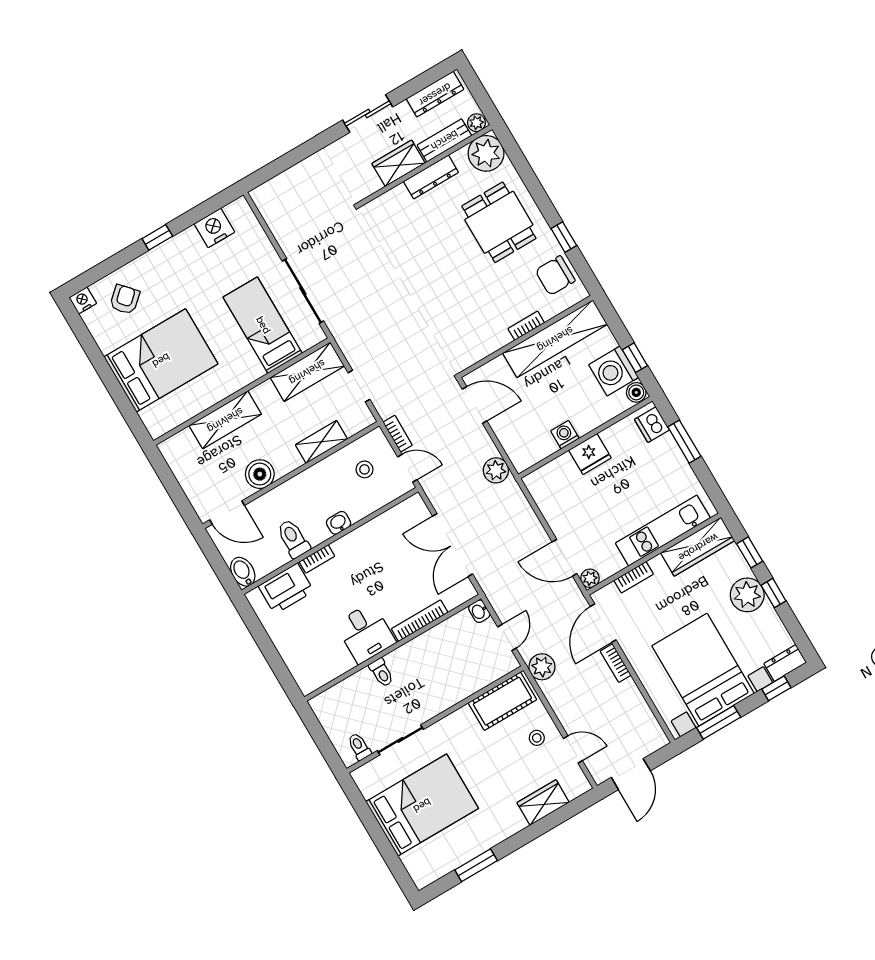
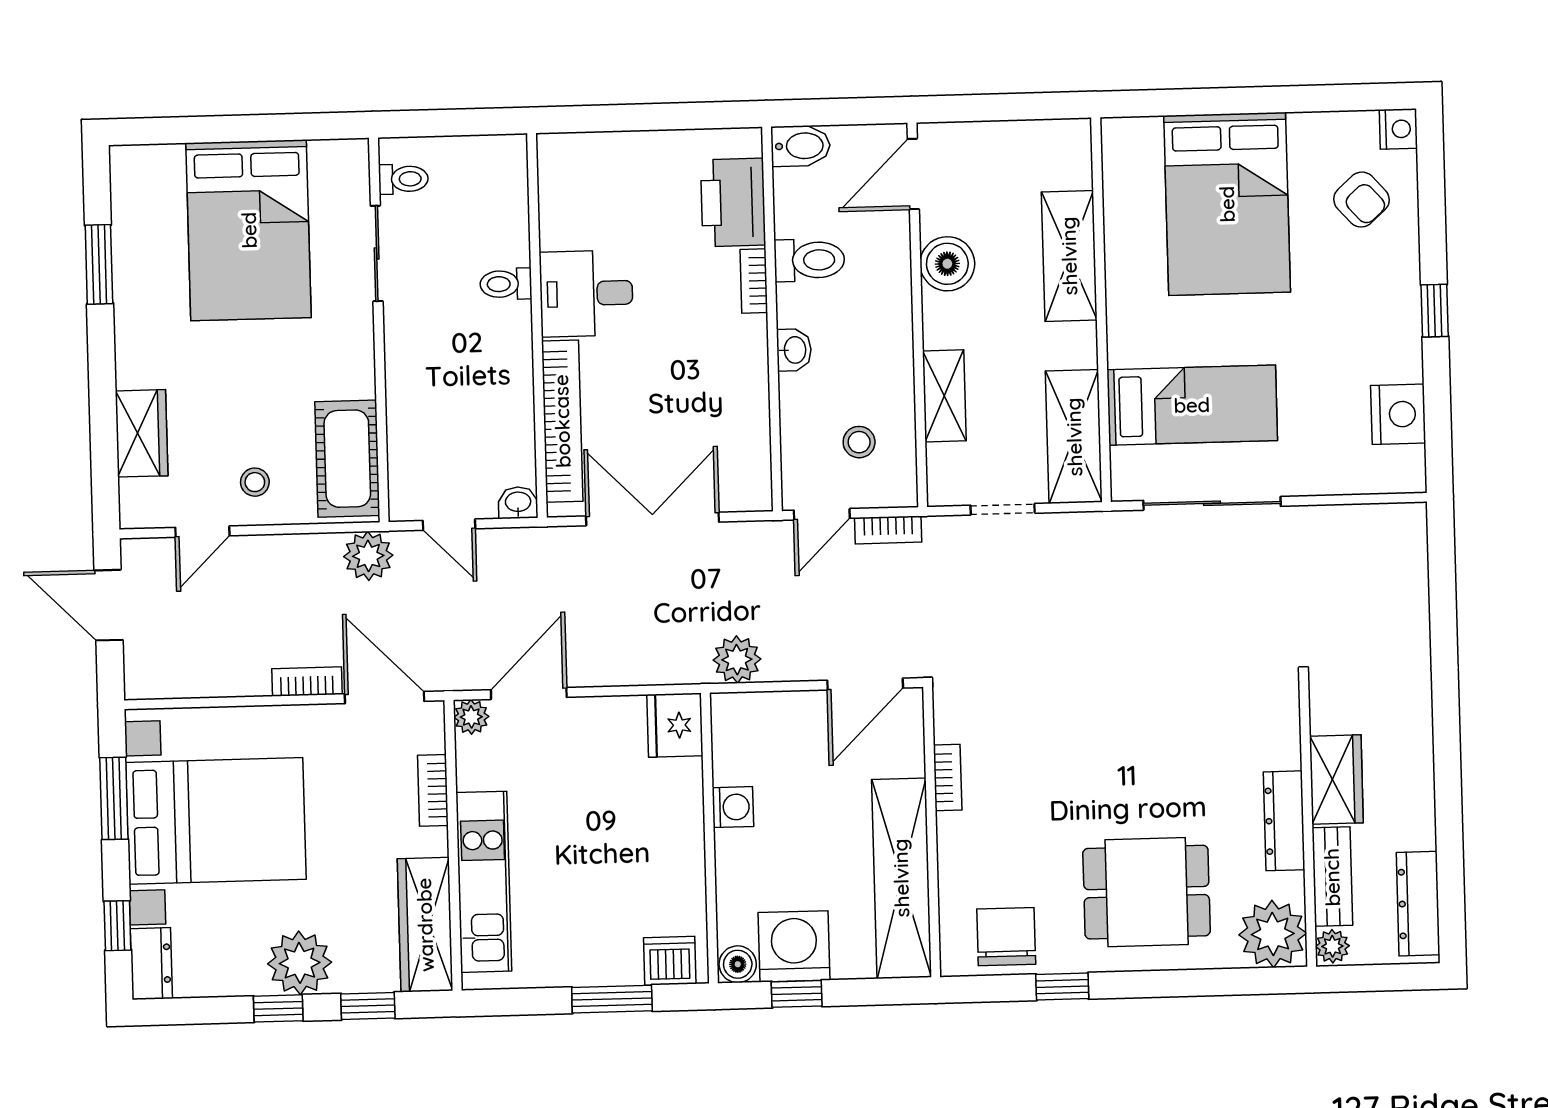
sliding door: (368, 113) -> (1448, 774), removed
bookcase: (526, 326) -> (948, 777), moved
fridge: (590, 454) -> (675, 725), moved
bookcase: (420, 621) -> (562, 421), width x1.48, depth x1.31

